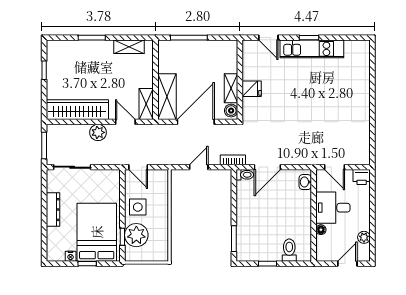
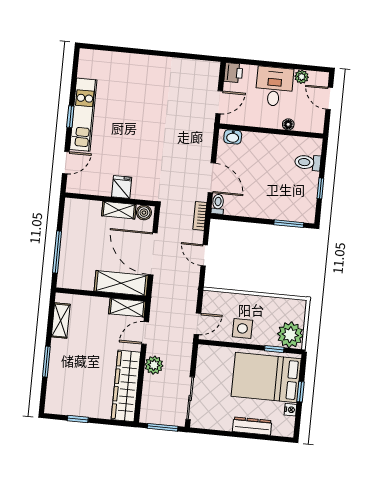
desk: (333, 208) -> (274, 86), moved, turned 180
dresser: (53, 210) -> (252, 426), moved
plant: (136, 235) -> (290, 335), moved

